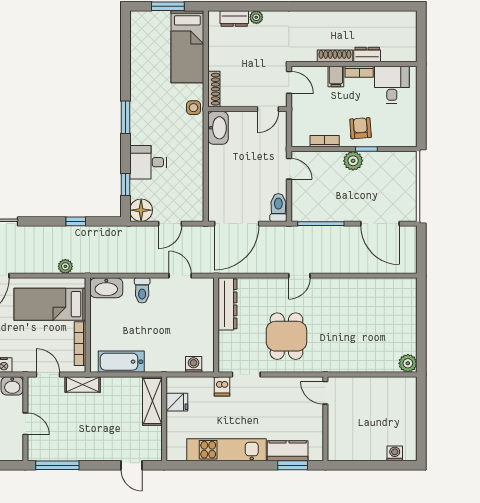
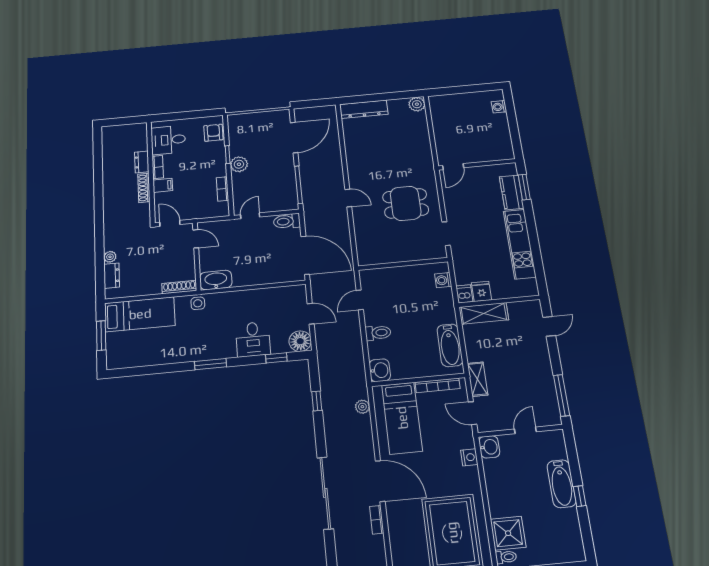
door: (289, 82) -> (170, 223), hinge flipped
armchair: (360, 128) -> (213, 133), moved, turned 94
washbasin: (106, 288) -> (380, 370), width x0.72
dresser: (228, 304) -> (364, 109), moved, turned 180
door: (48, 375) -> (473, 413), hinge flipped
dishwasher: (222, 386) -> (464, 294), moved, turned -90

